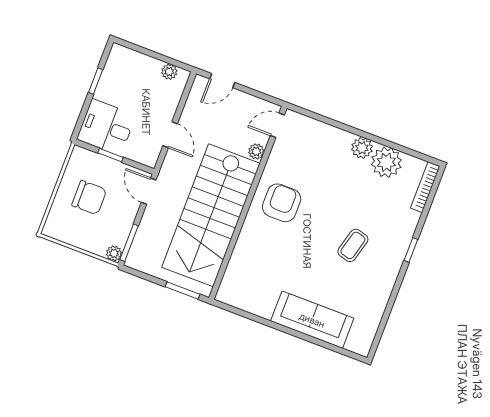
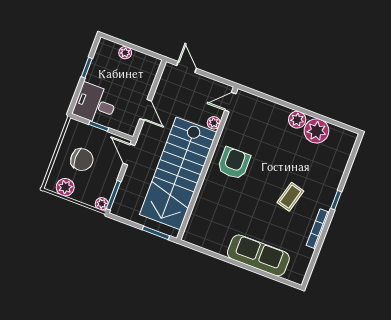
plant: (169, 72) -> (125, 53), moved
door: (222, 81) -> (187, 67), swing flipped
bookcase: (425, 187) -> (318, 229), moved
plant: (68, 232) -> (65, 187), added

